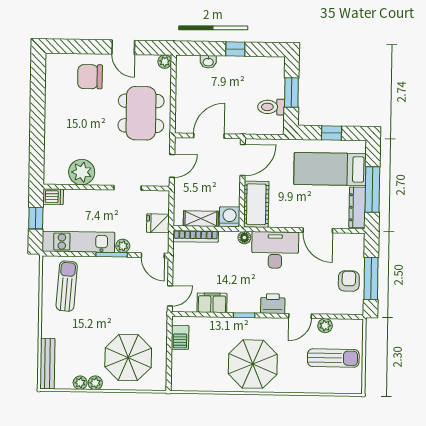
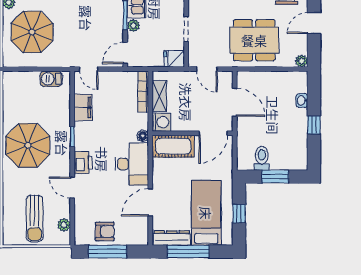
door: (243, 160) -> (213, 133), hinge flipped
fridge: (158, 223) -> (174, 59), moved, turned -90
plant: (325, 326) -> (64, 225), moved

